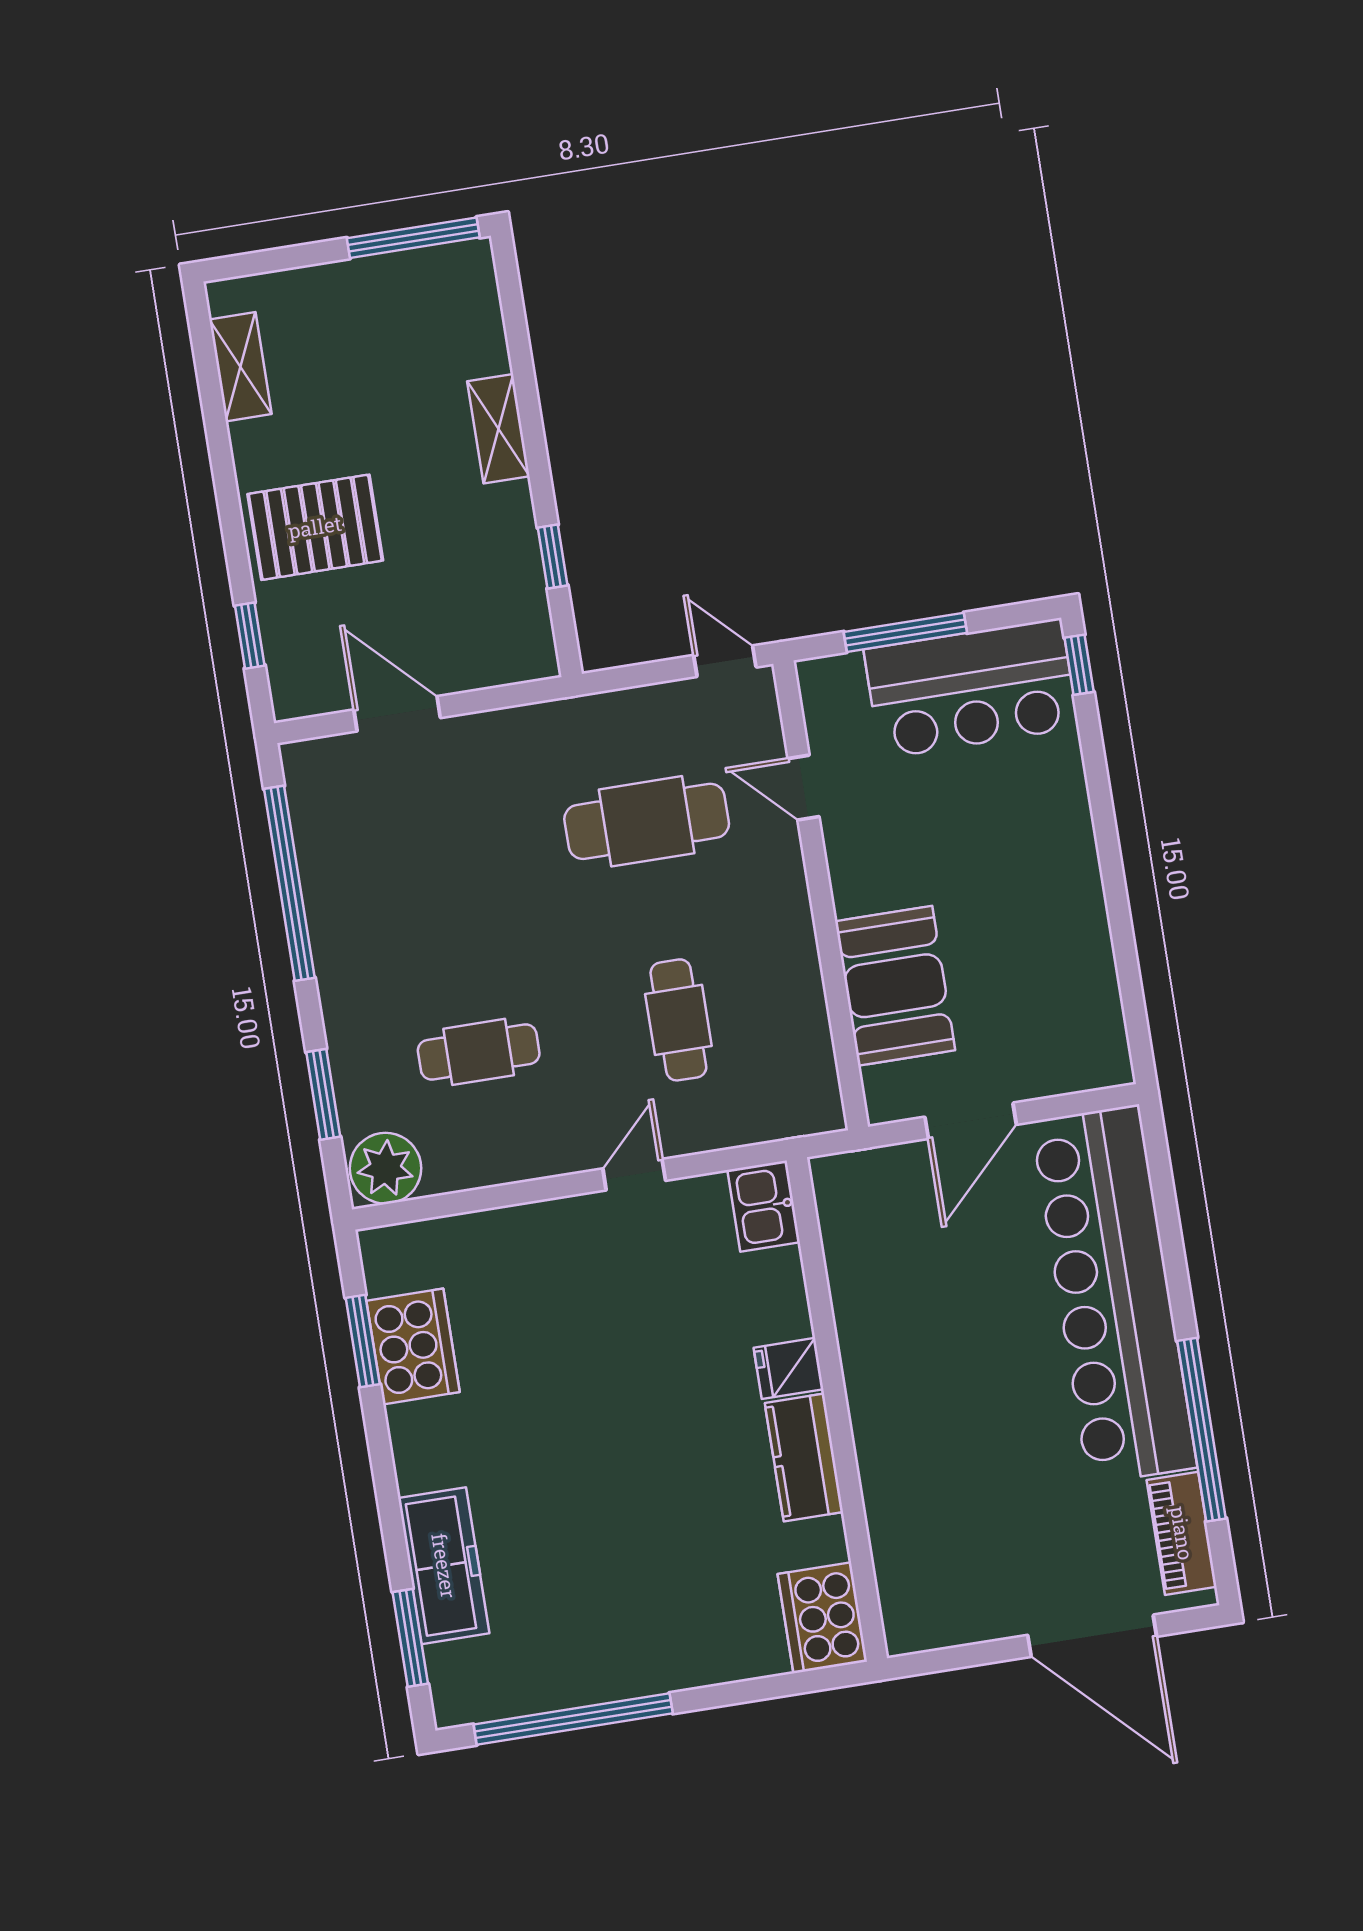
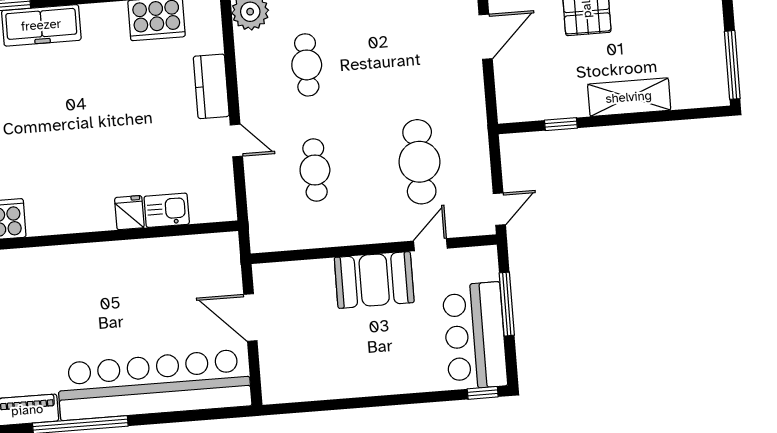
shelving: (498, 429) -> (629, 97), width x1.50, depth x1.33
booth: (895, 986) -> (374, 280), moved
cafe table: (678, 1020) -> (315, 170), turned 90
kitchen sink: (764, 1206) -> (167, 210), moved
kitchen counter: (804, 1457) -> (211, 86), moved, turned -90

